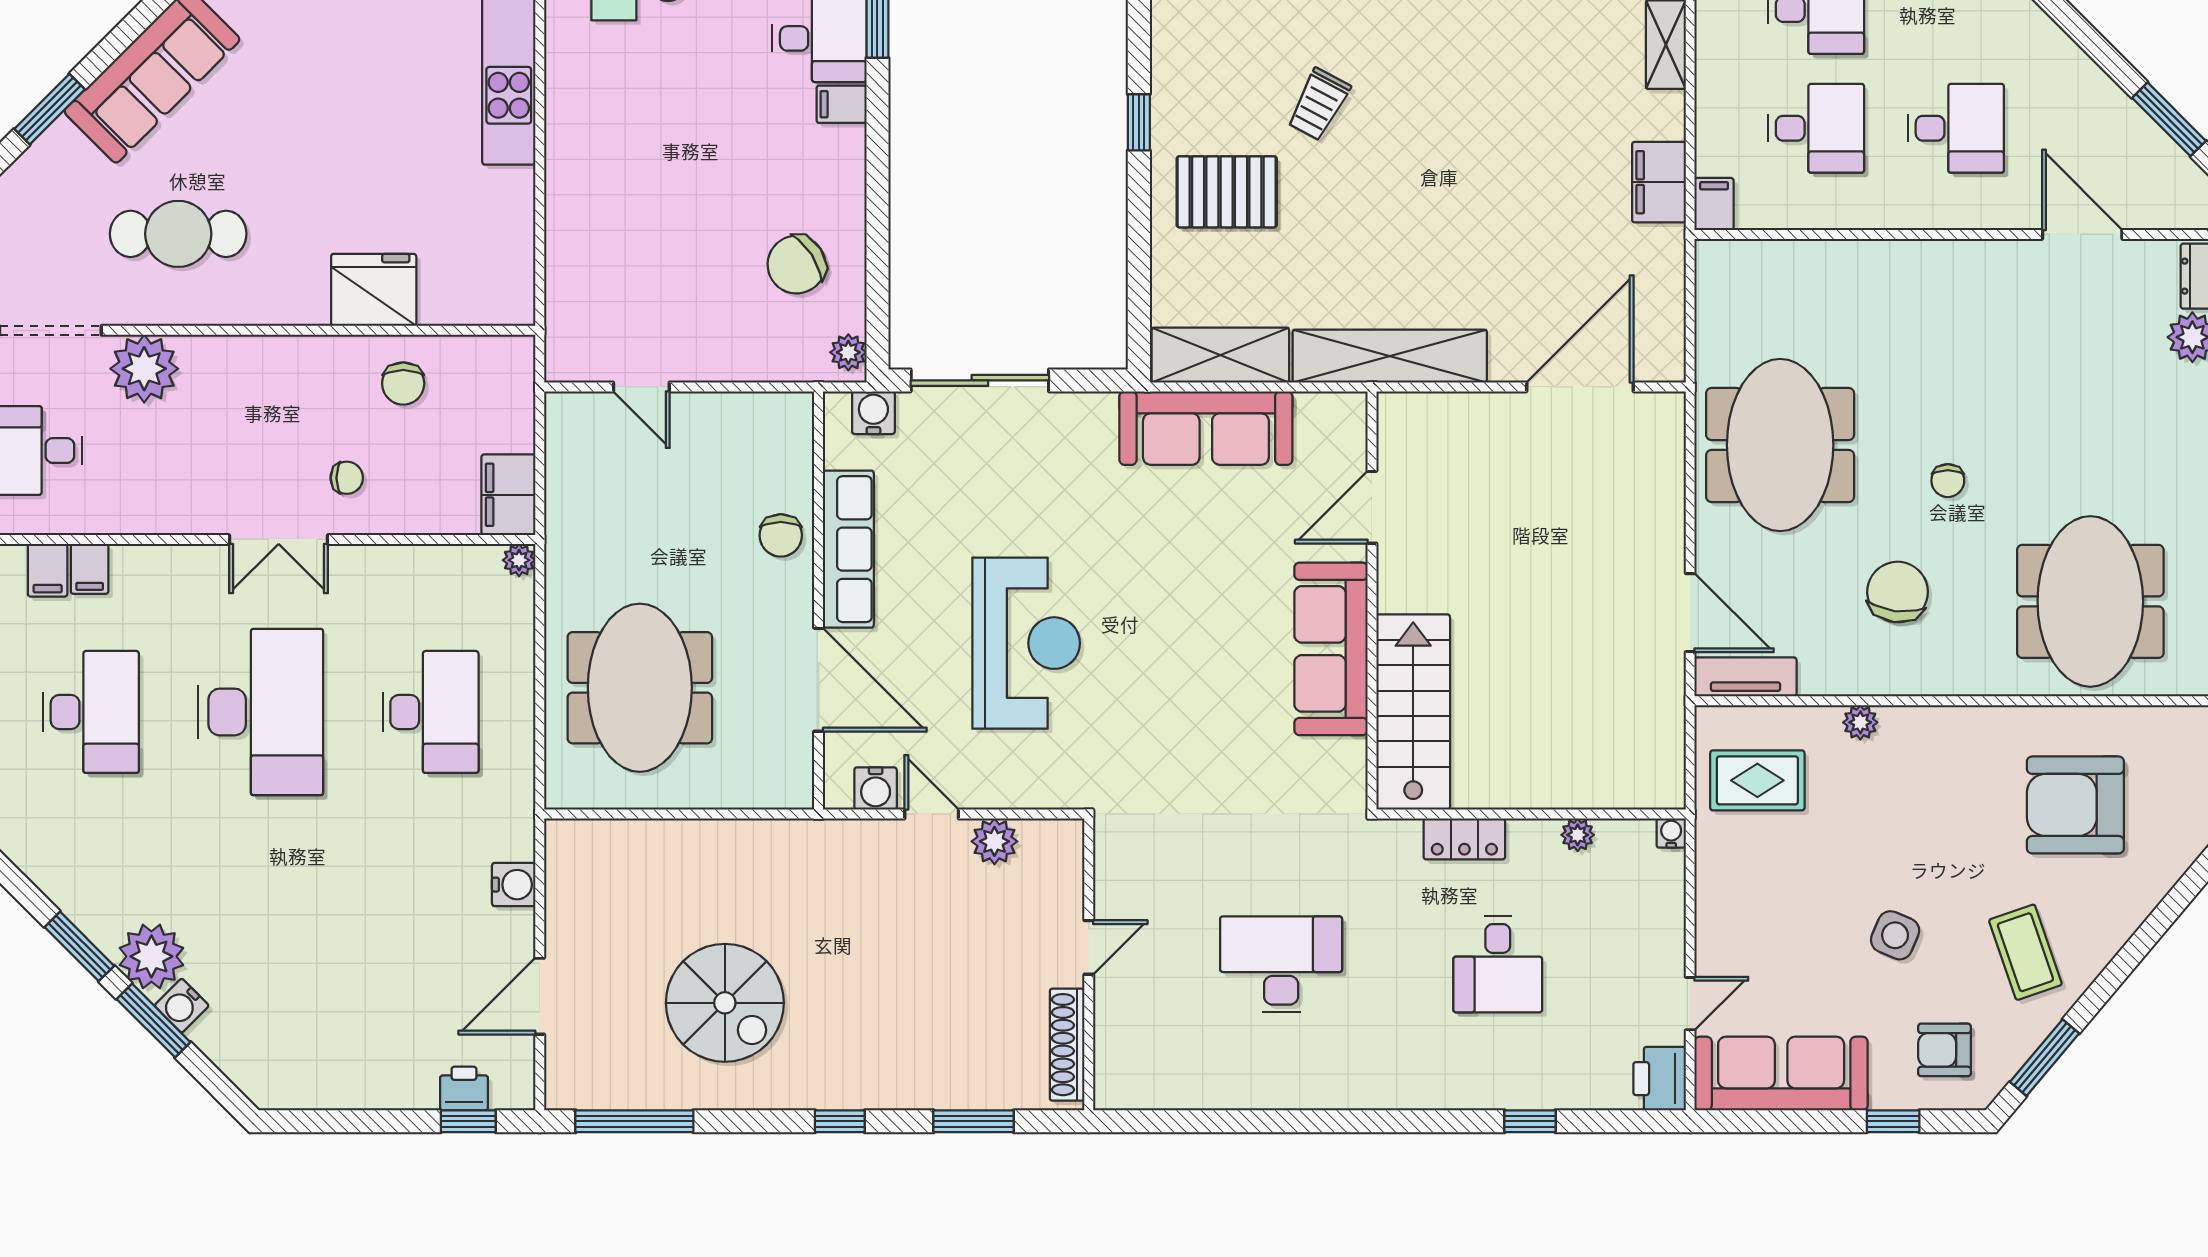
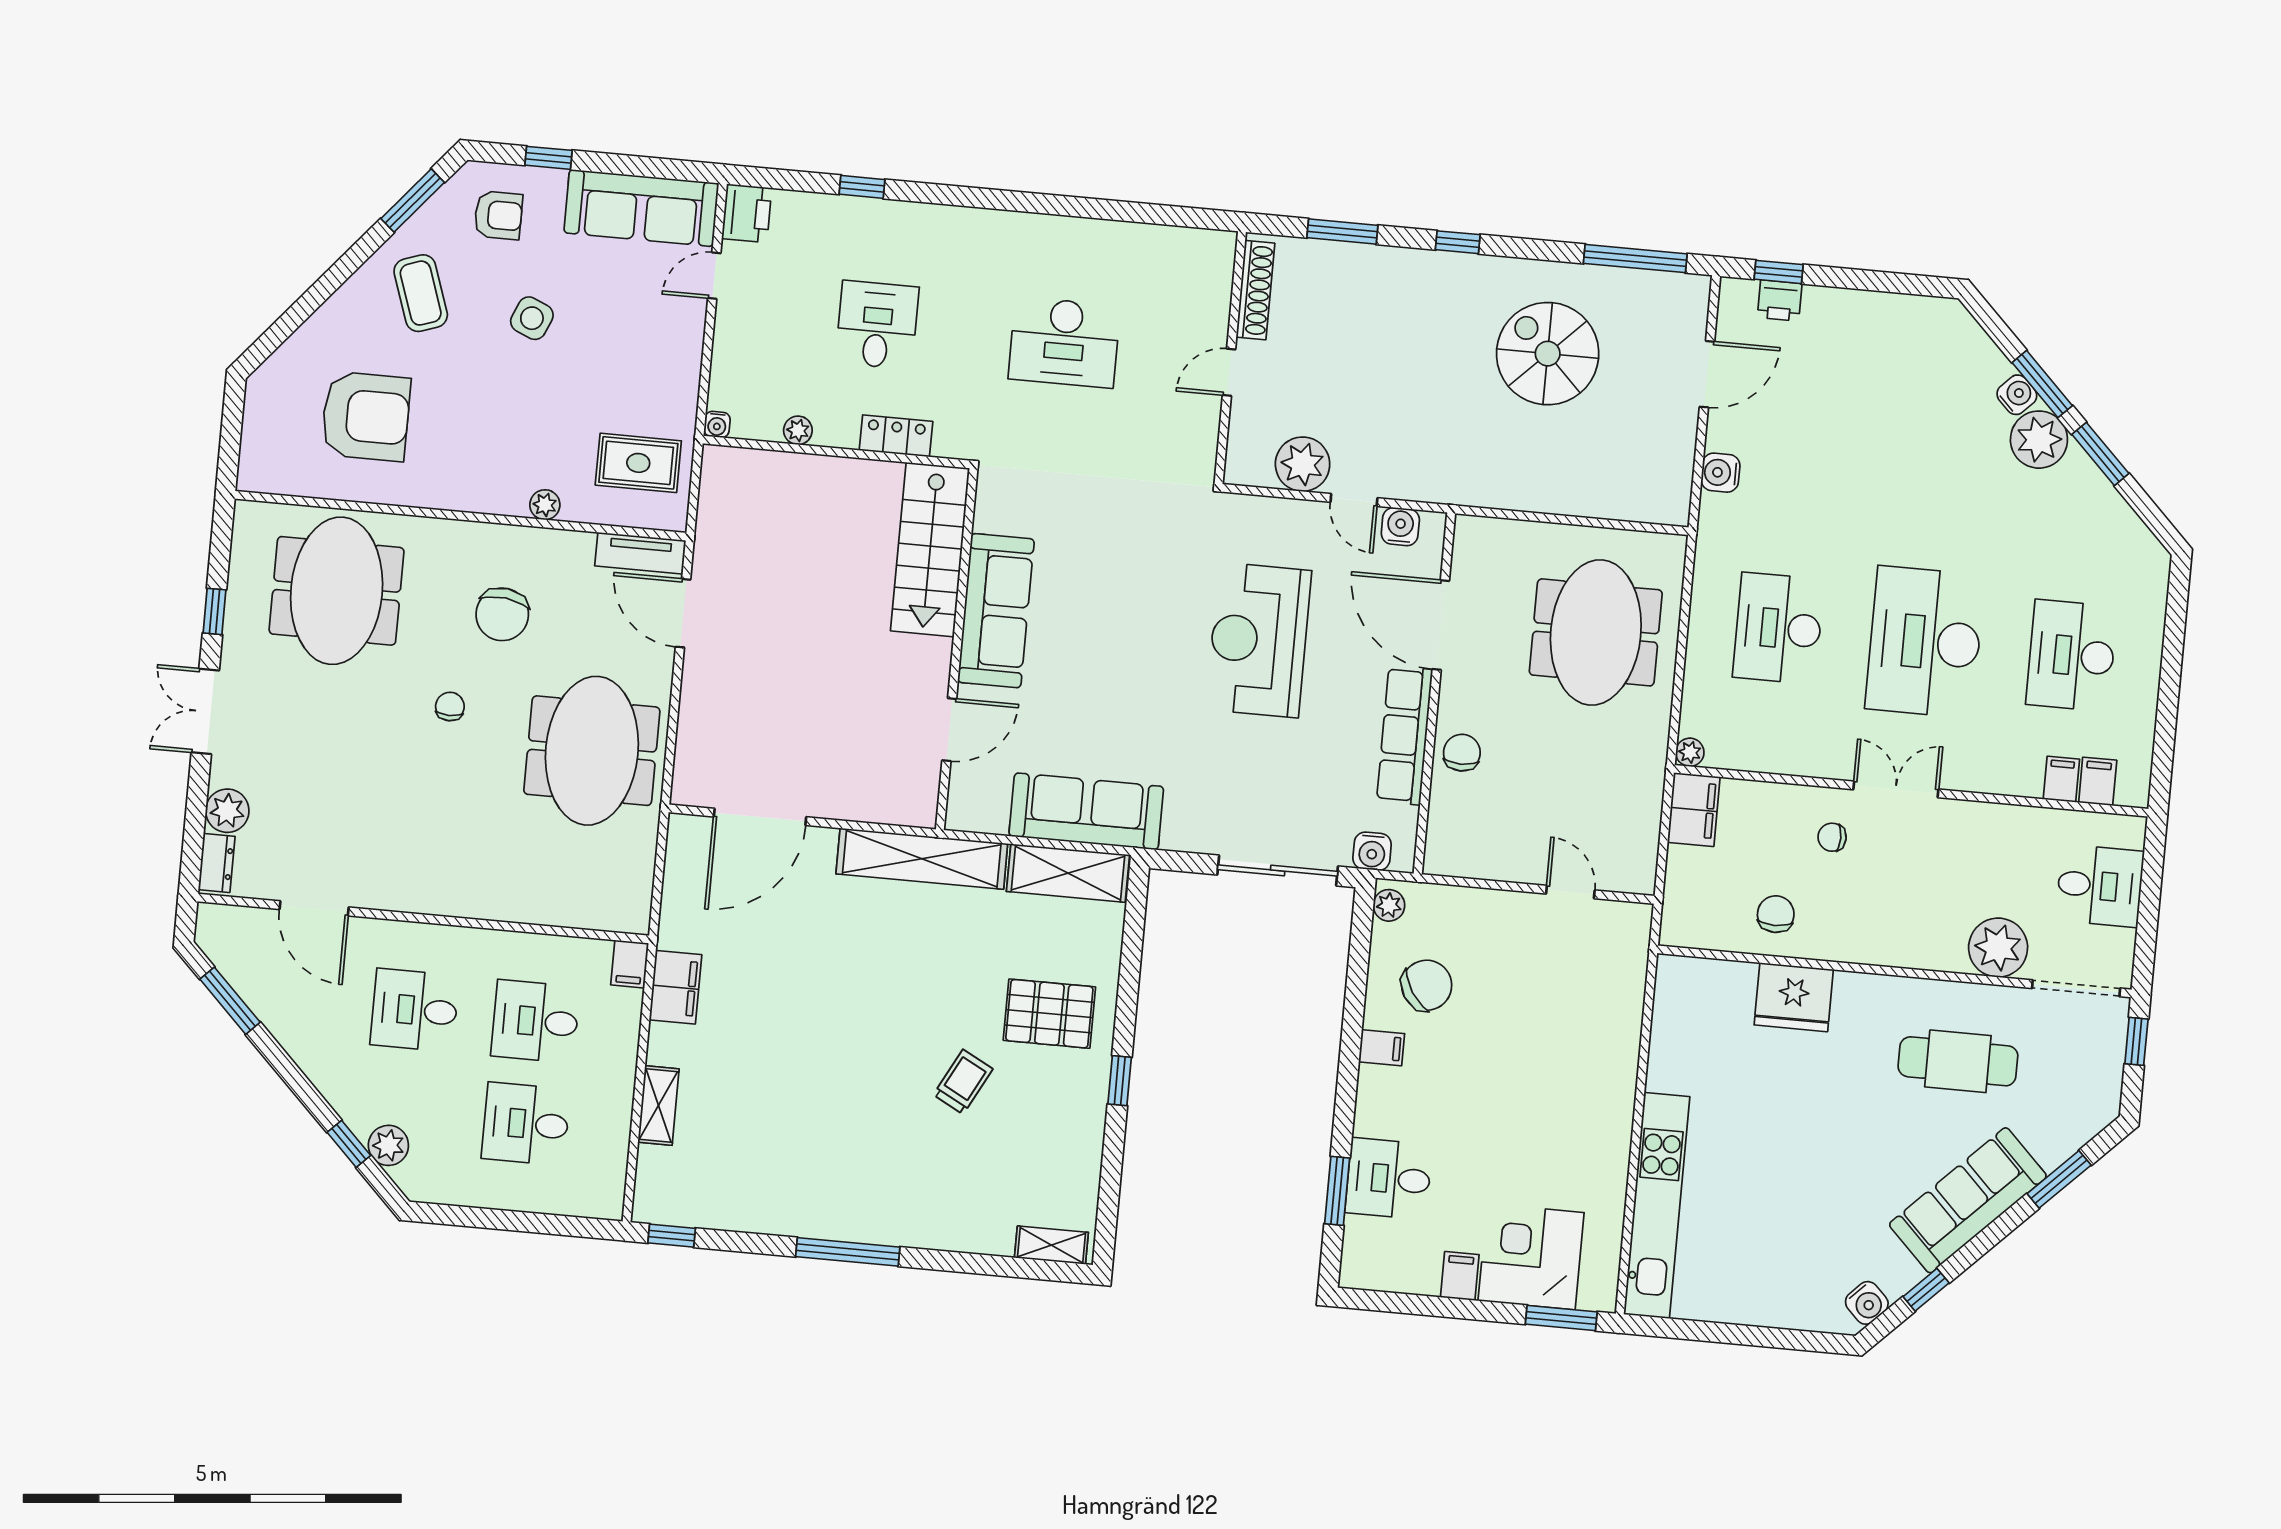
filing cabinet: (842, 104) -> (1382, 1048), moved
plant: (994, 841) -> (1303, 464), width x1.36, depth x1.36

